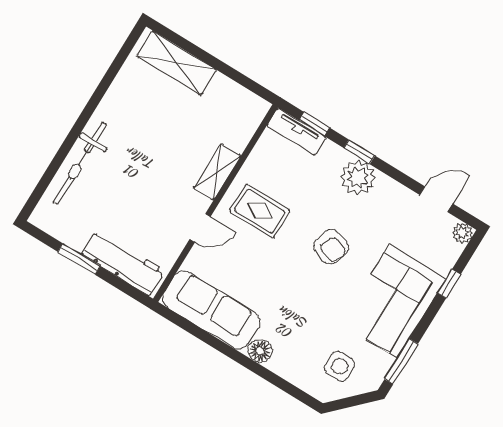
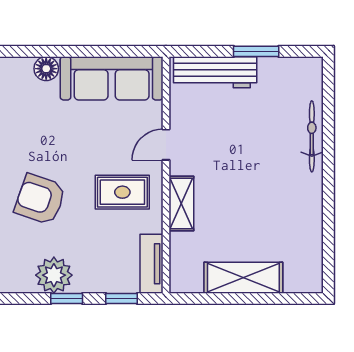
shelving: (177, 63) -> (243, 278), moved
tv unit: (296, 132) -> (152, 264), moved, turned -90
bicycle: (80, 163) -> (312, 136), width x0.73, depth x0.71
armchair: (331, 247) -> (40, 199), width x1.38, depth x1.38

